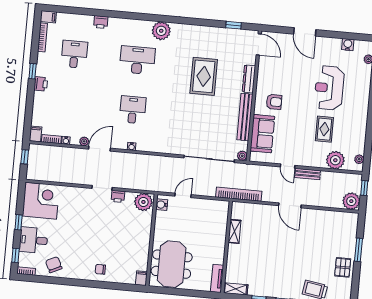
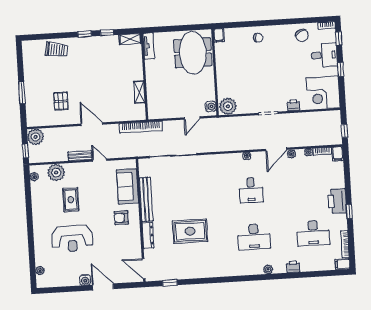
plant: (161, 31) -> (268, 269), moved, width x0.53, depth x0.53
water cooler: (348, 45) -> (85, 280), moved
desk: (74, 54) -> (313, 233), width x1.37
rug: (204, 76) -> (190, 231), turned 90
printer: (41, 84) -> (337, 201), width x1.87, depth x1.48
reception desk: (329, 88) -> (72, 238), turned 90
plant: (242, 156) -> (143, 163), removed
printer: (118, 196) -> (294, 105), moved
pallet: (343, 267) -> (61, 101), moved

